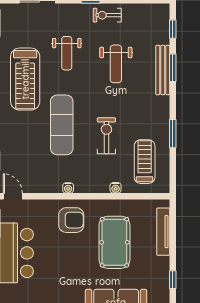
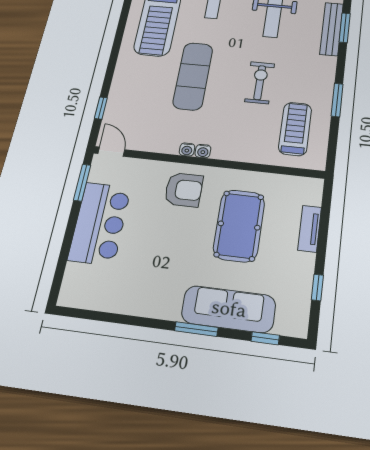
exercise bike: (106, 136) -> (260, 83), moved
water cooler: (116, 188) -> (203, 151), moved
tv unit: (163, 232) -> (310, 229), width x0.71

